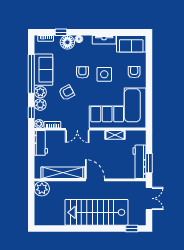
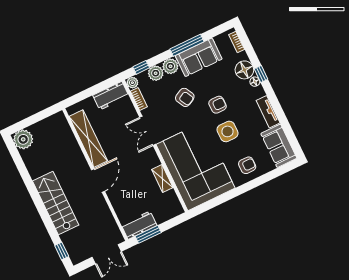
window: (61, 32) -> (261, 74), moved
window: (31, 74) -> (187, 45), width x0.68
workbench: (139, 162) -> (139, 225), width x0.73
plant: (42, 189) -> (23, 139), moved
stairs: (96, 212) -> (56, 203), width x0.73, depth x0.66

